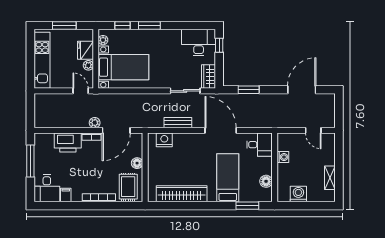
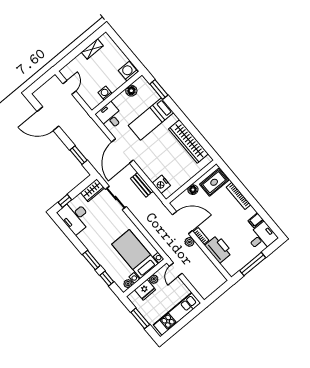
washing machine: (298, 194) -> (128, 71), moved, turned 90

